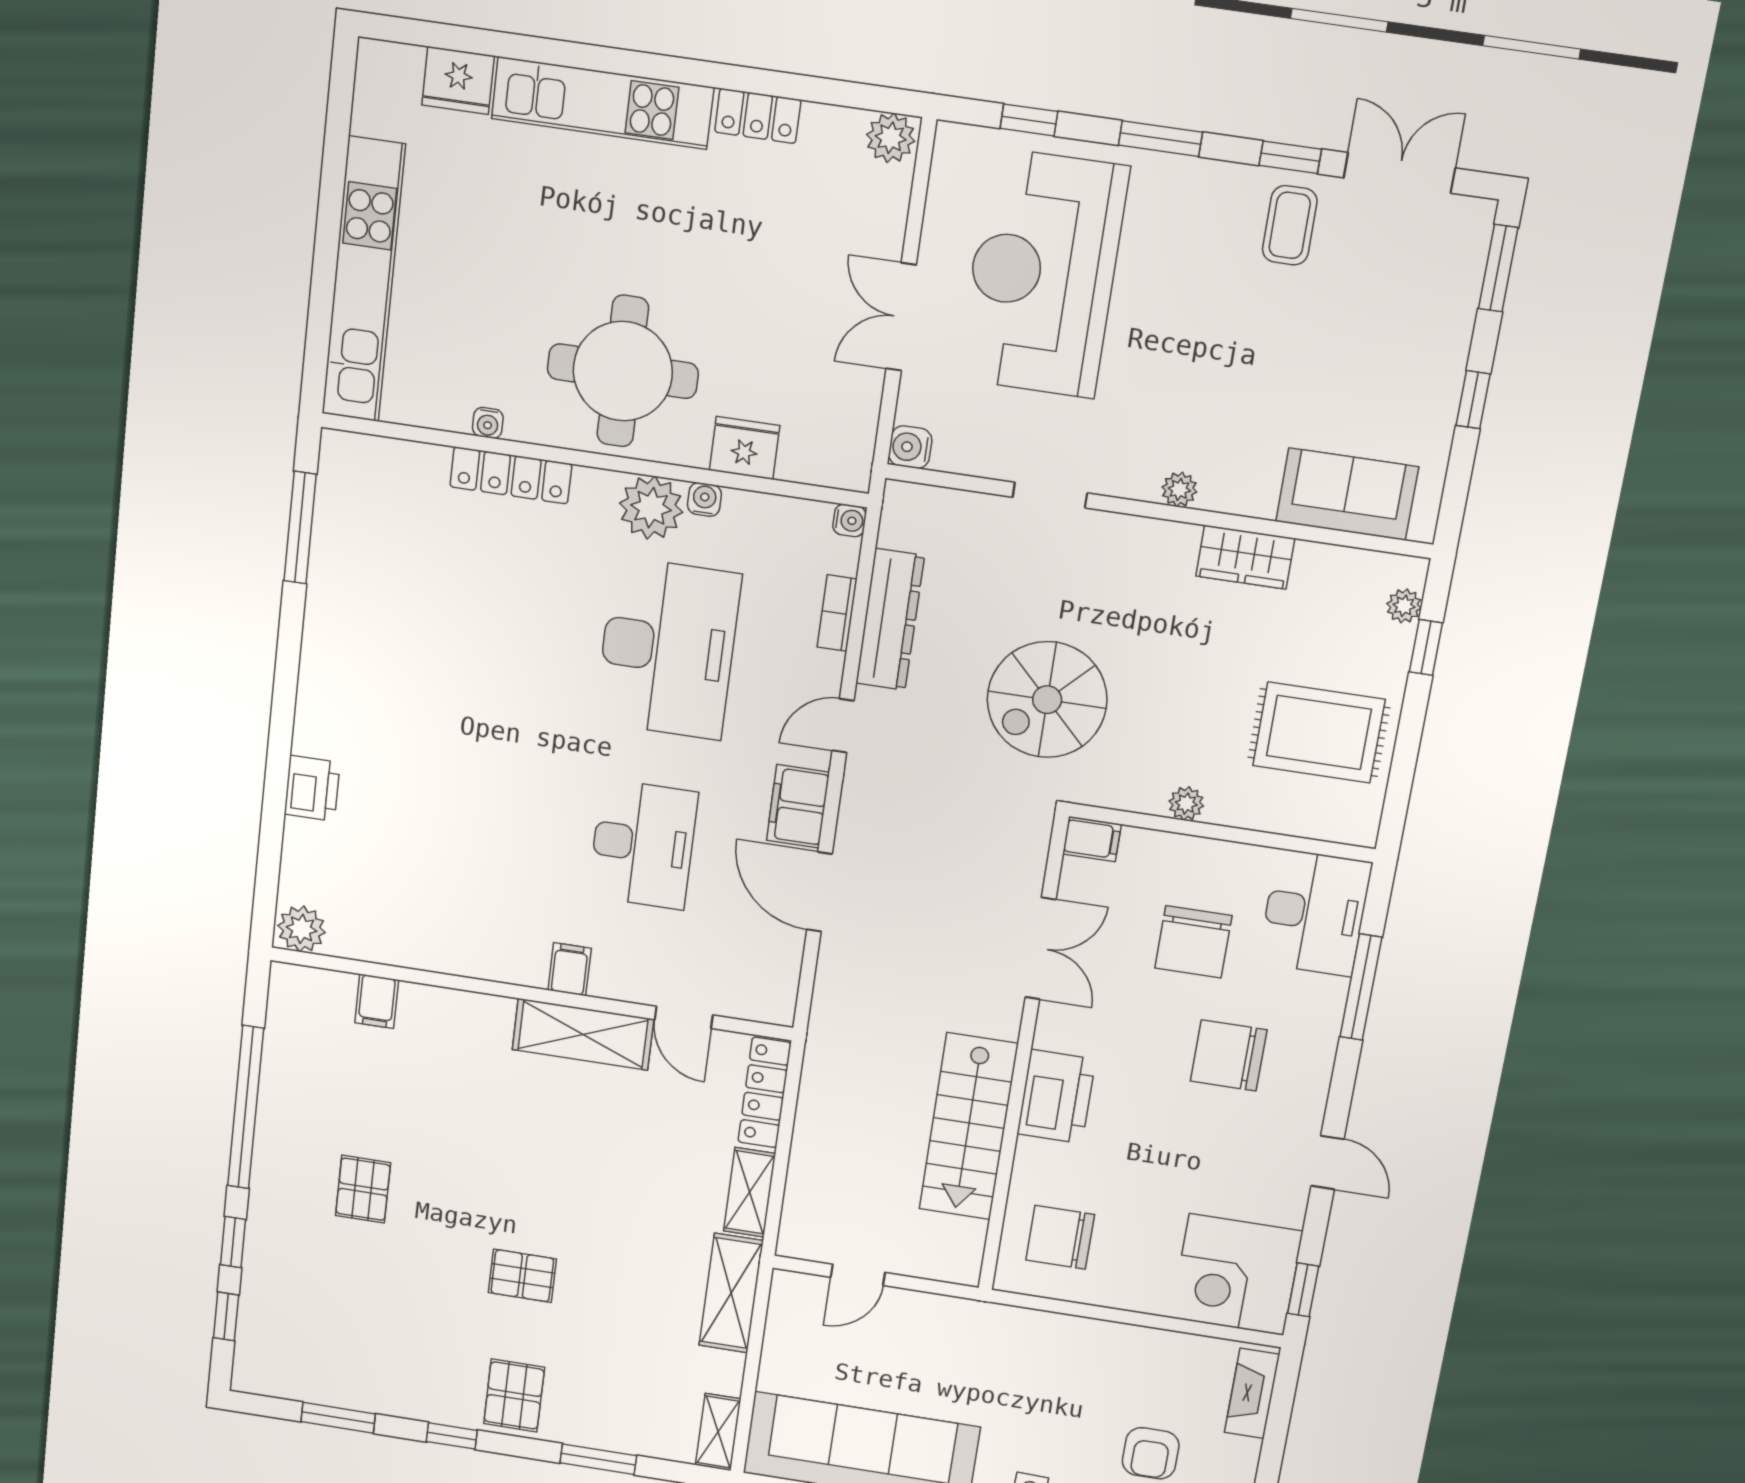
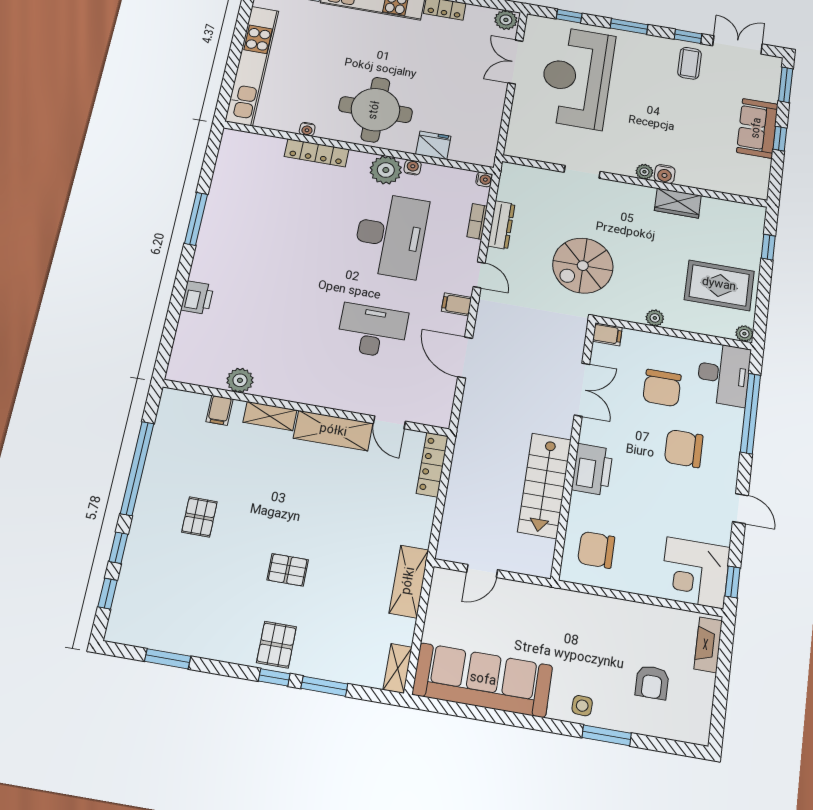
double door: (901, 317) -> (515, 62), moved
water cooler: (910, 447) -> (665, 174), moved, turned -90
sofa: (1347, 494) -> (757, 128), moved, turned -90
window: (300, 528) -> (196, 219), moved
plant: (1404, 606) -> (744, 334), moved
dresser: (890, 620) -> (501, 225), width x0.73, depth x0.80
door: (843, 726) -> (479, 275), swing flipped
filing cabinet: (798, 806) -> (457, 304), width x0.50
desk: (643, 844) -> (372, 331), turned -90
plant: (302, 929) -> (240, 380), moved
filing cabinet: (570, 969) -> (328, 395), removed
window: (1361, 987) -> (751, 413), width x1.46
shelving: (750, 1192) -> (270, 416), moved, turned 90
window: (452, 1436) -> (274, 677), moved

